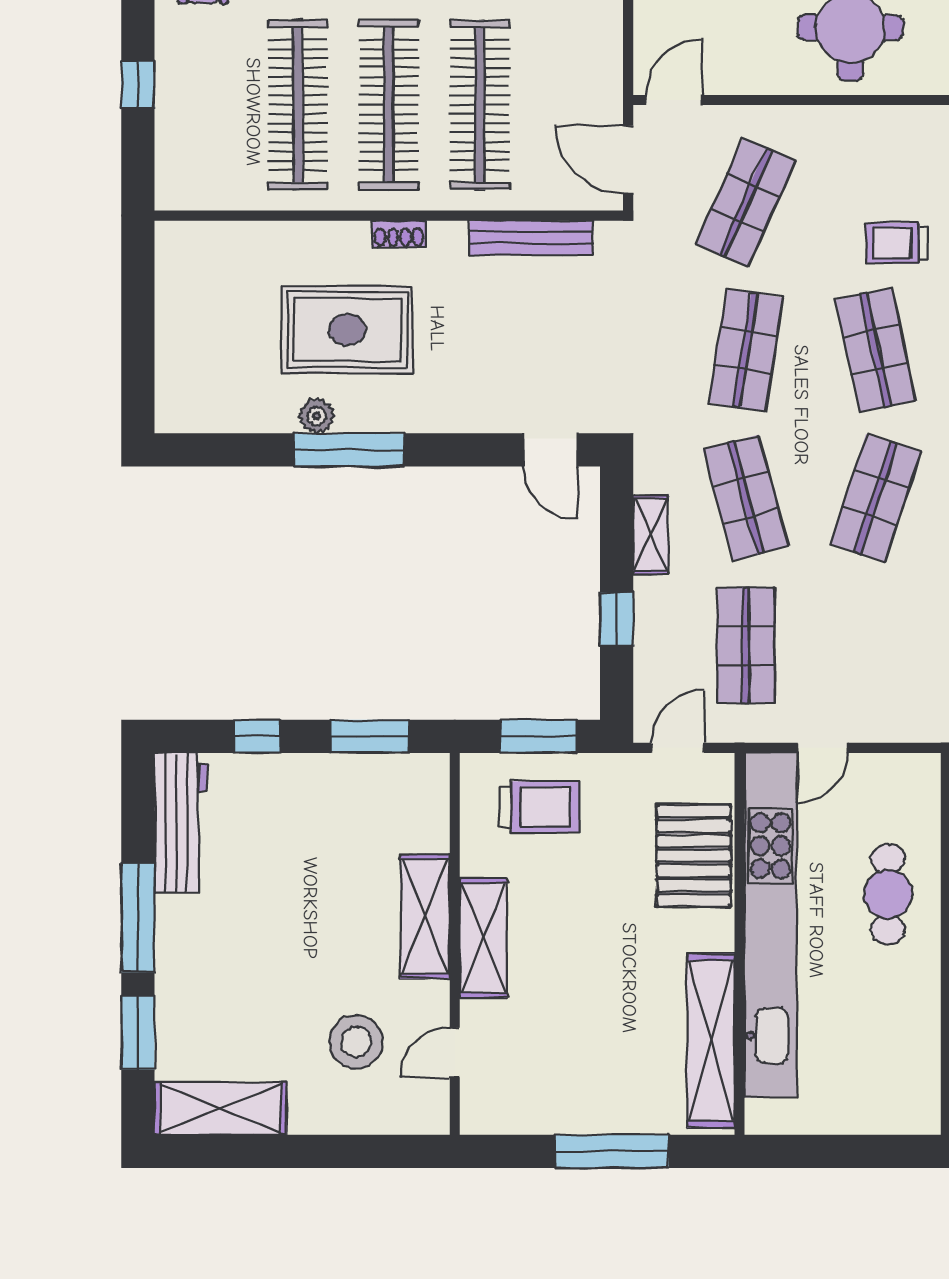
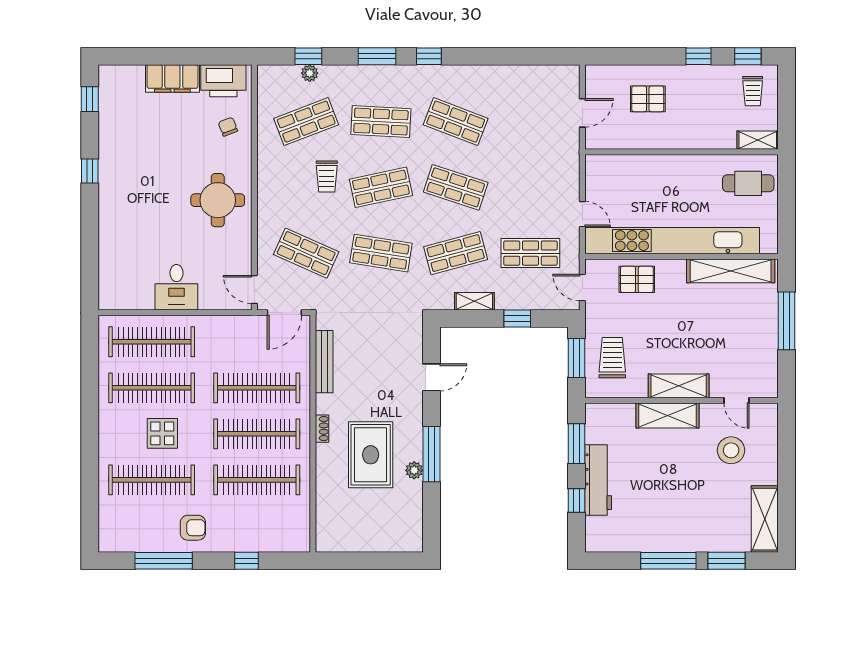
door: (551, 450) -> (431, 377), moved
workbench: (181, 823) -> (598, 480), moved, turned 90
pallet: (694, 856) -> (637, 279), width x0.67, depth x0.71
cafe table: (888, 894) -> (748, 183), moved

